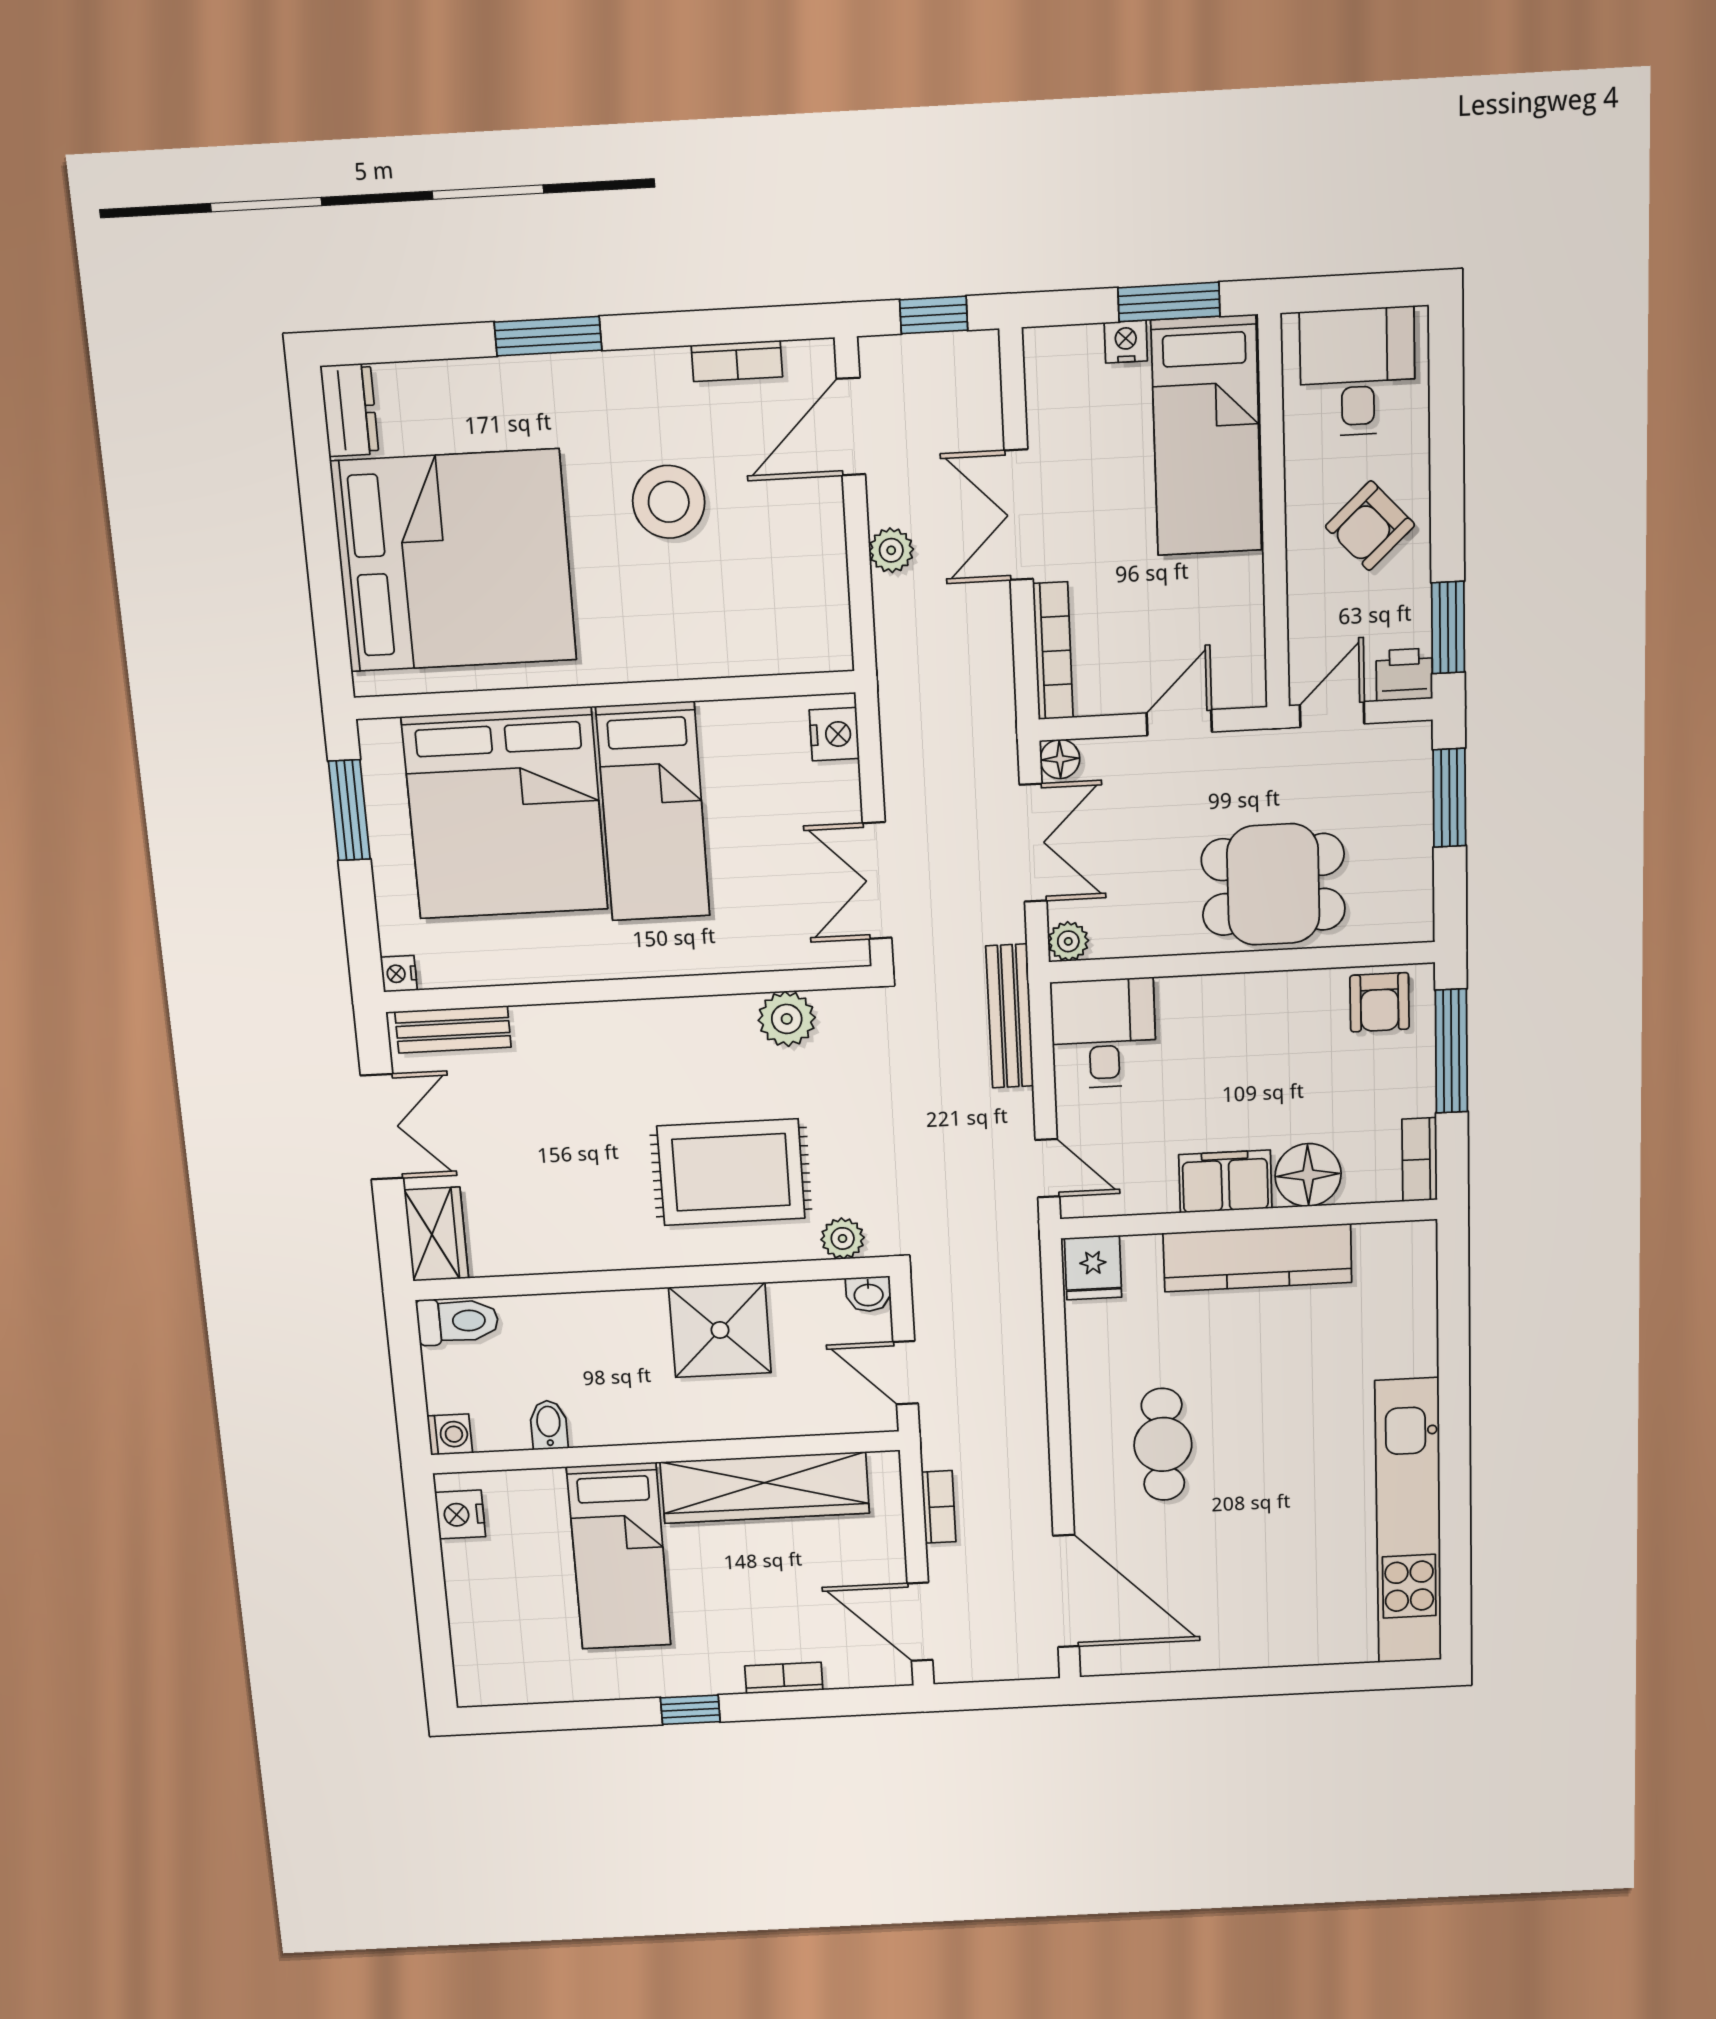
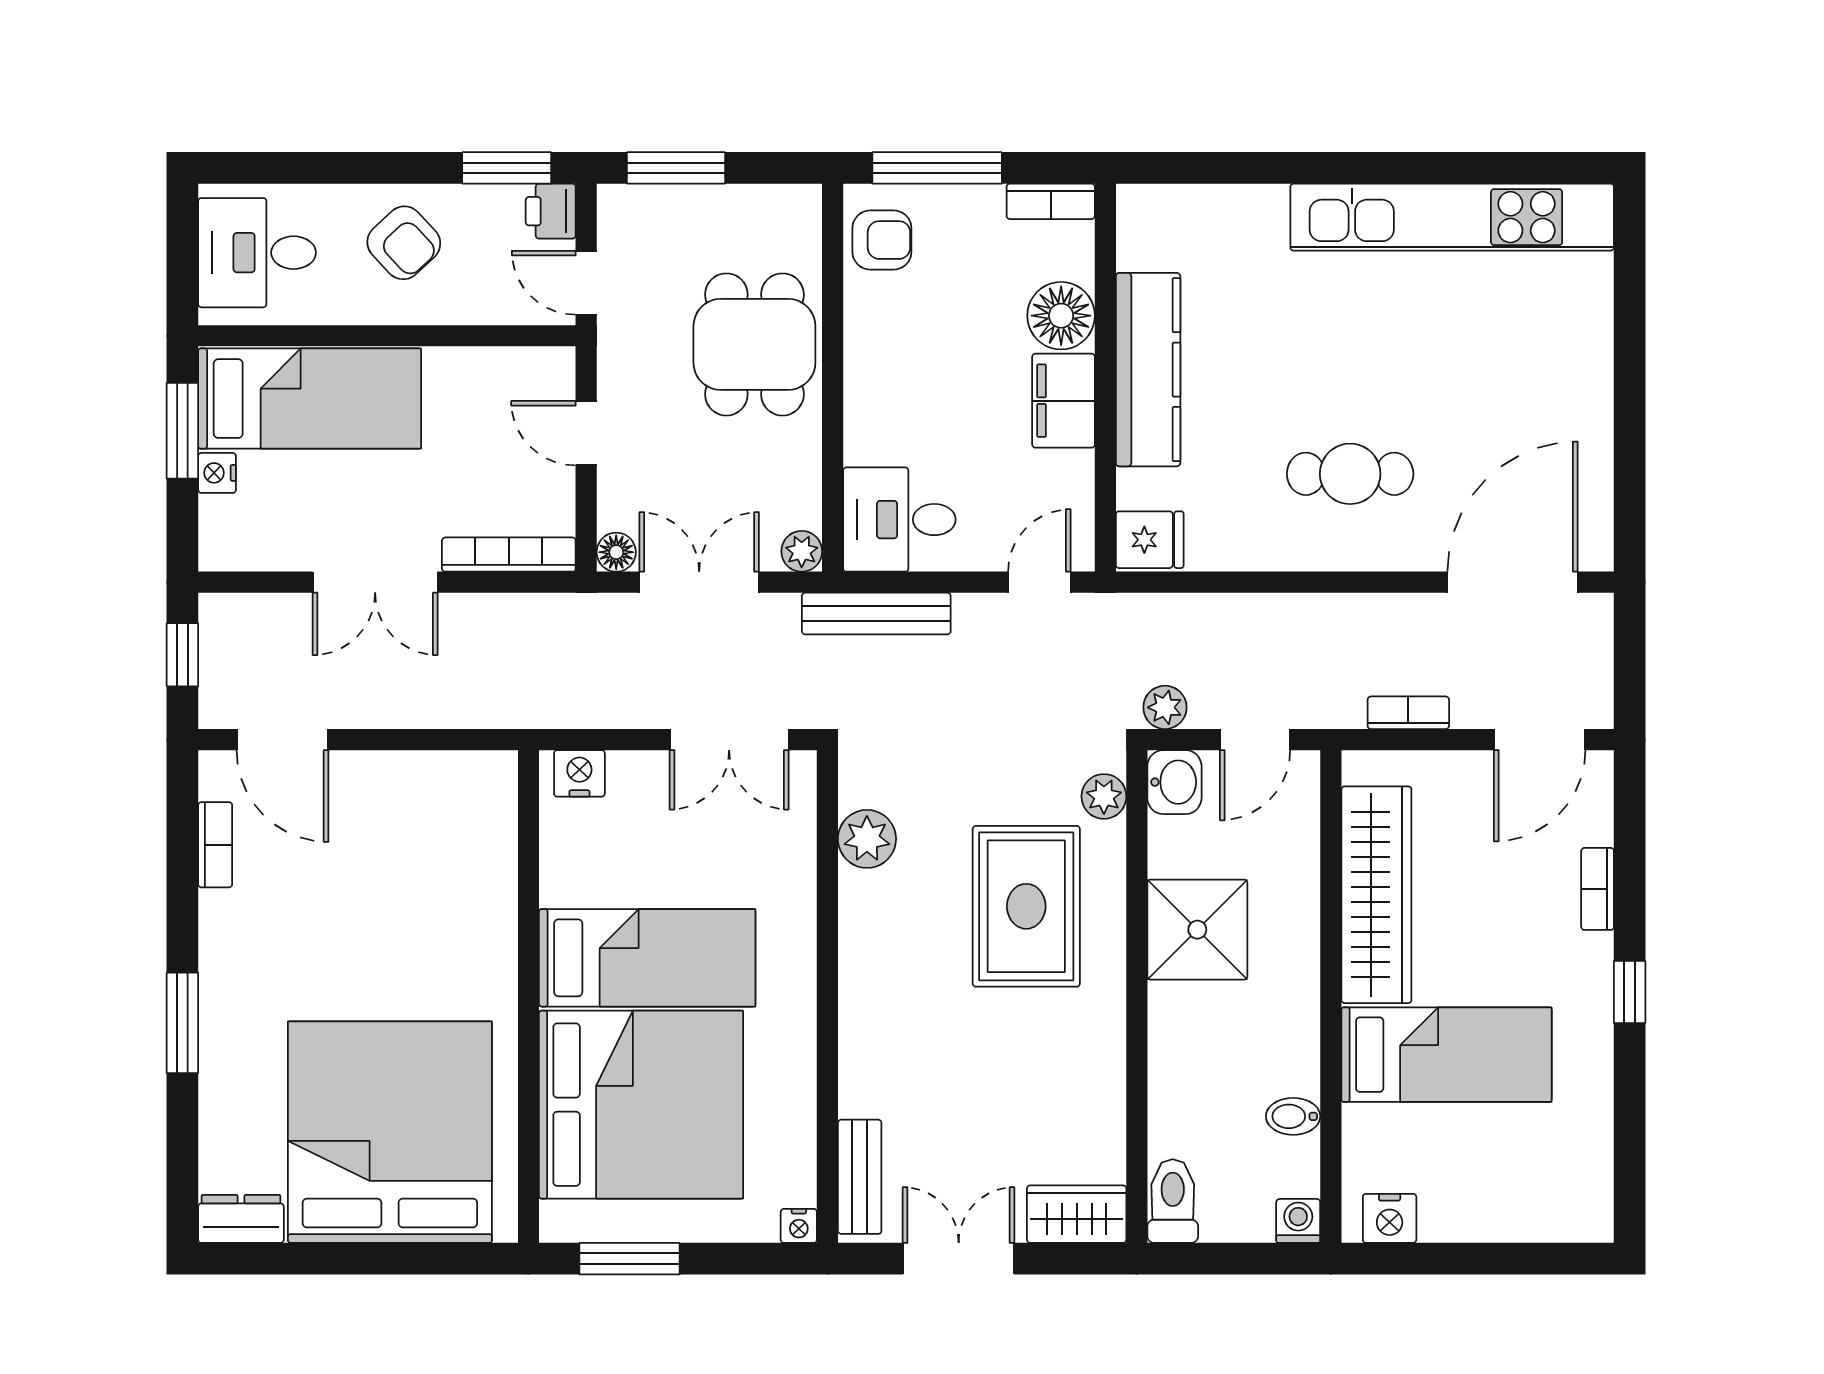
stool: (669, 502) -> (344, 920), removed
plant: (891, 550) -> (1165, 707), moved
washbasin: (868, 1294) -> (1174, 782), width x1.38, depth x1.45

